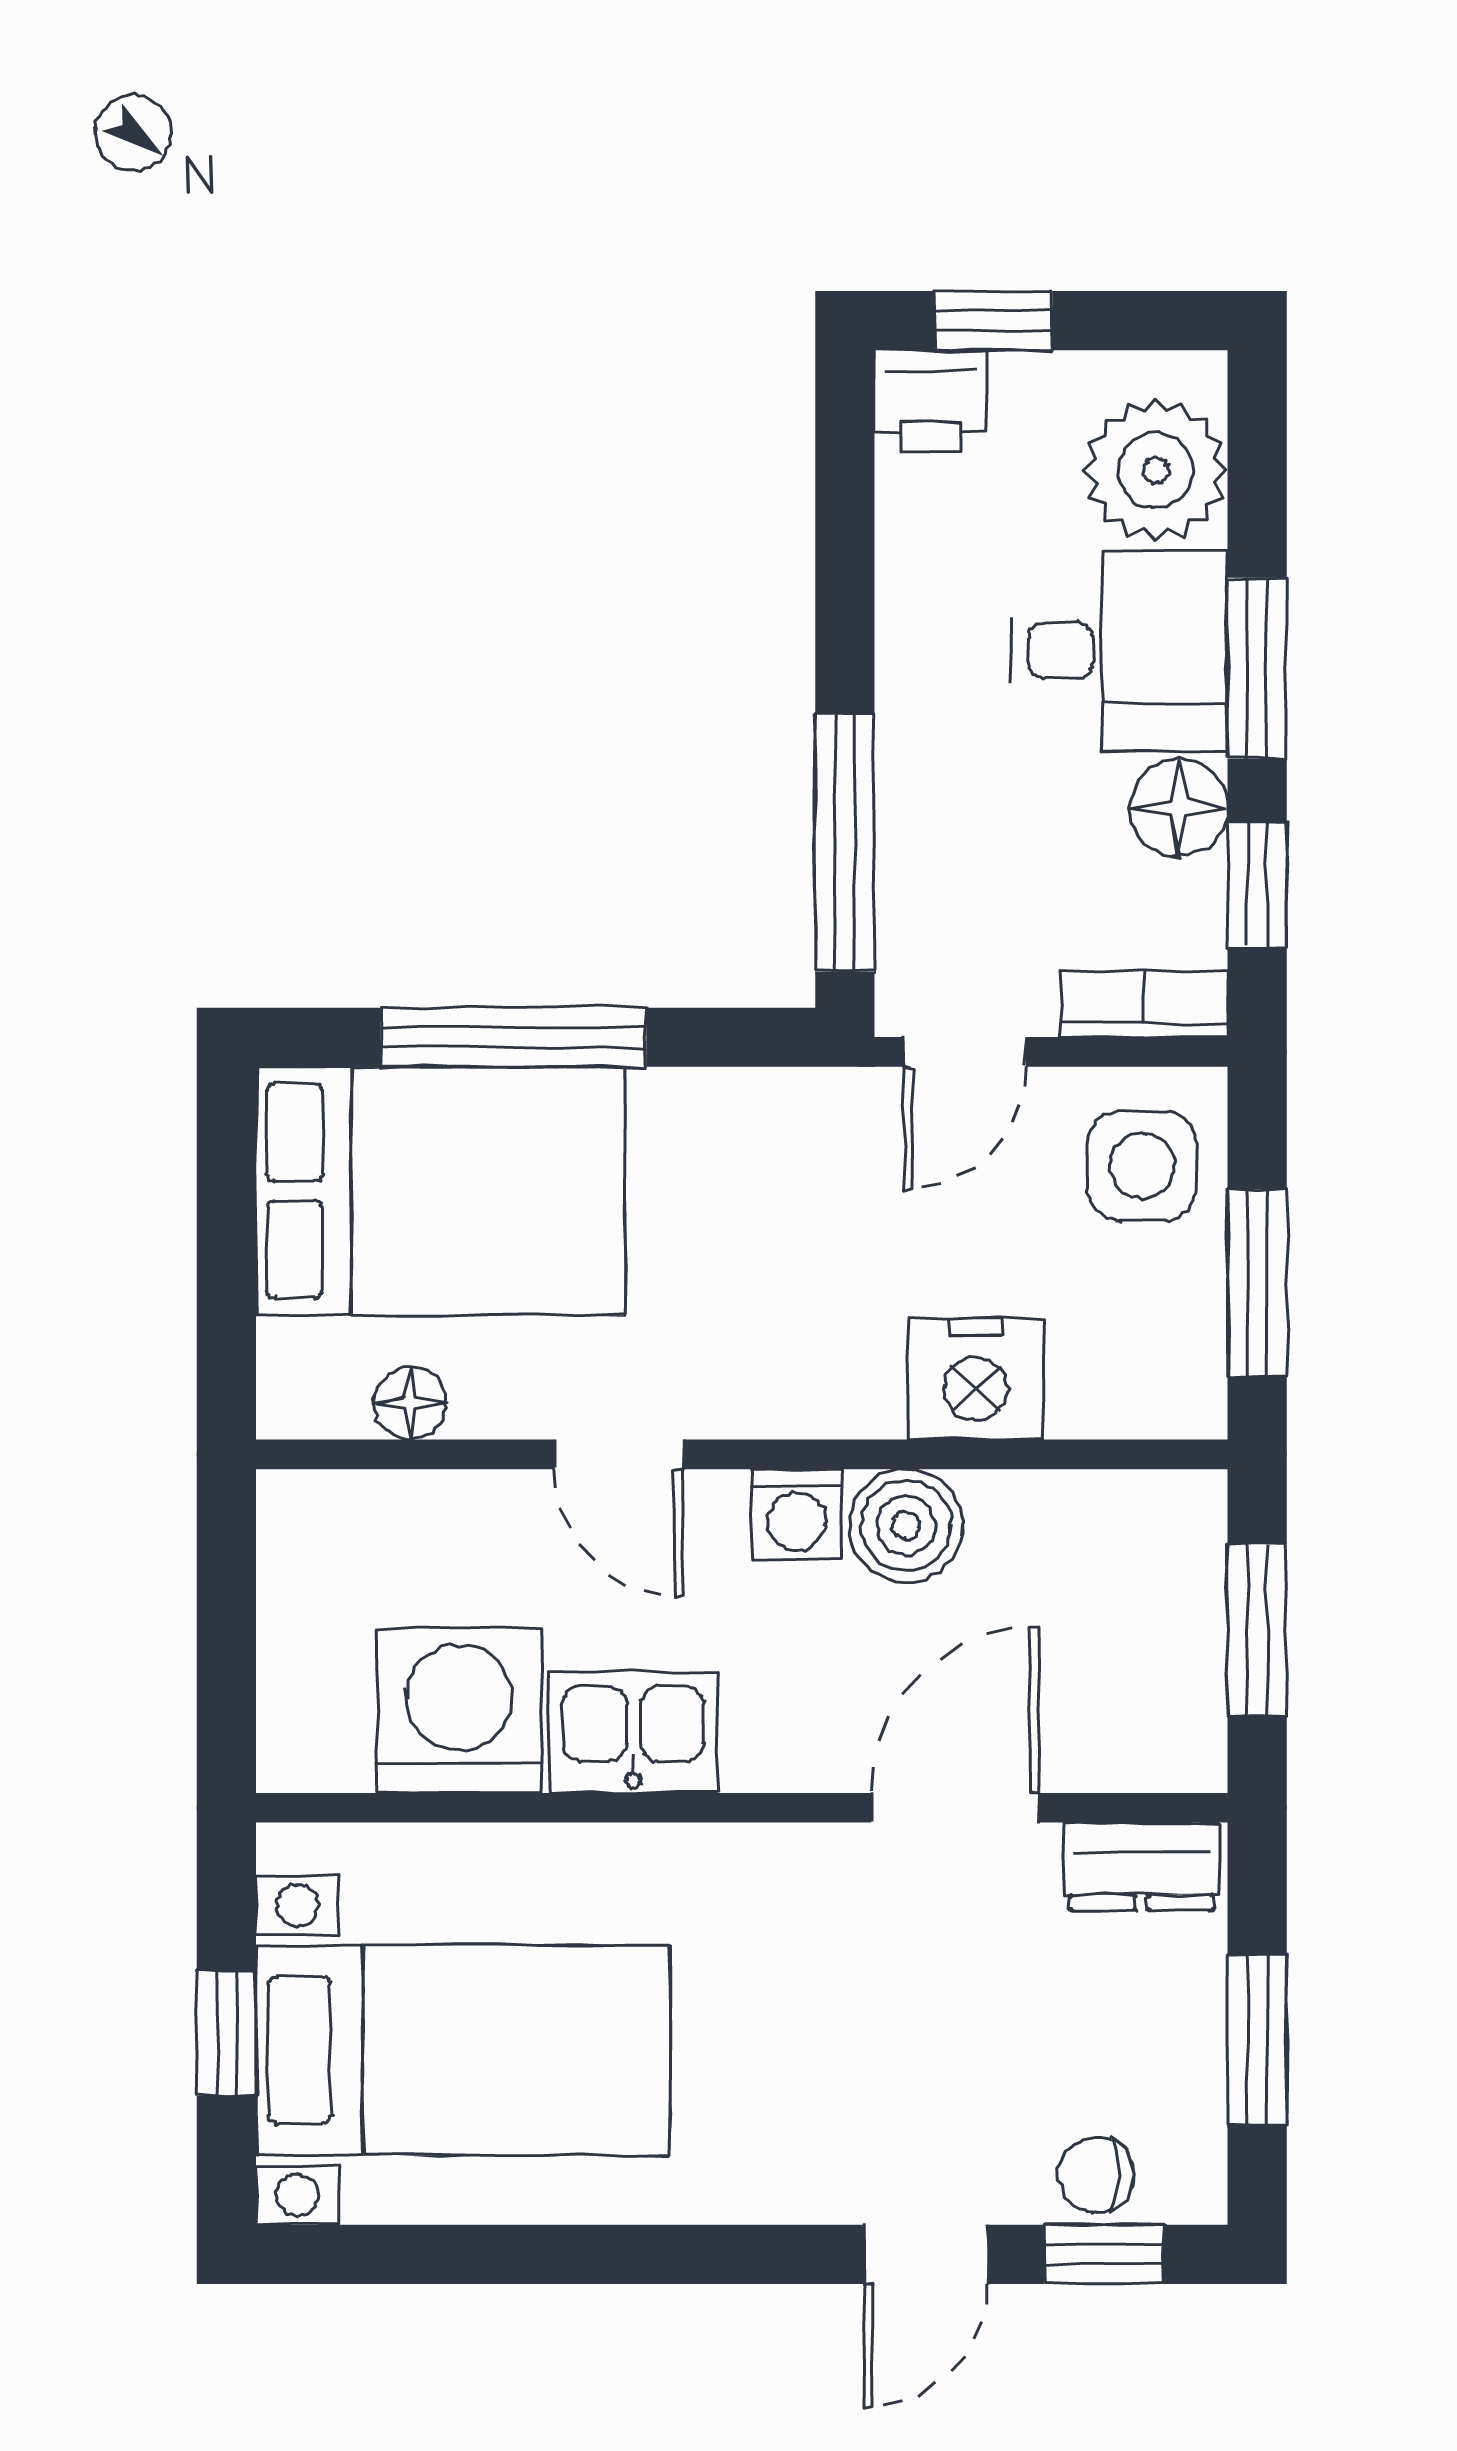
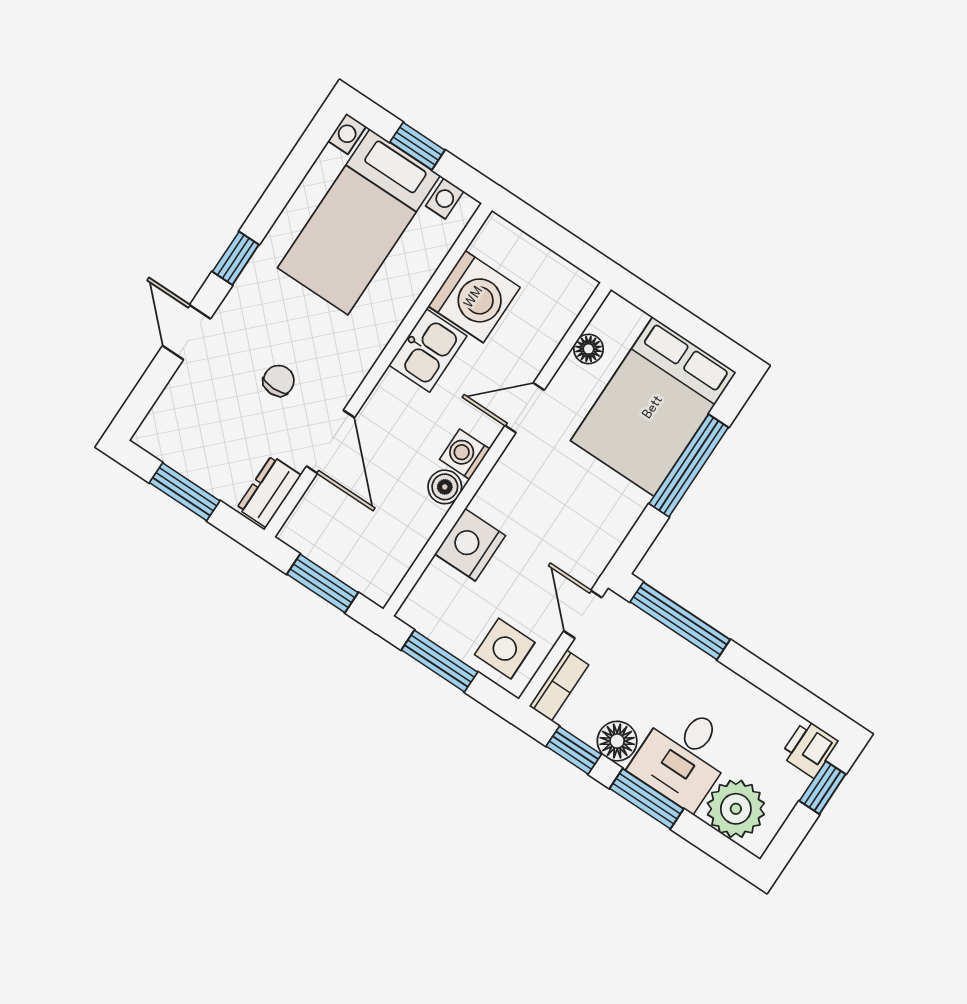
boiler: (906, 1526) -> (445, 487), width x0.73, depth x0.73
chair: (1096, 2175) -> (279, 381), moved
window: (1104, 2254) -> (236, 258), moved

